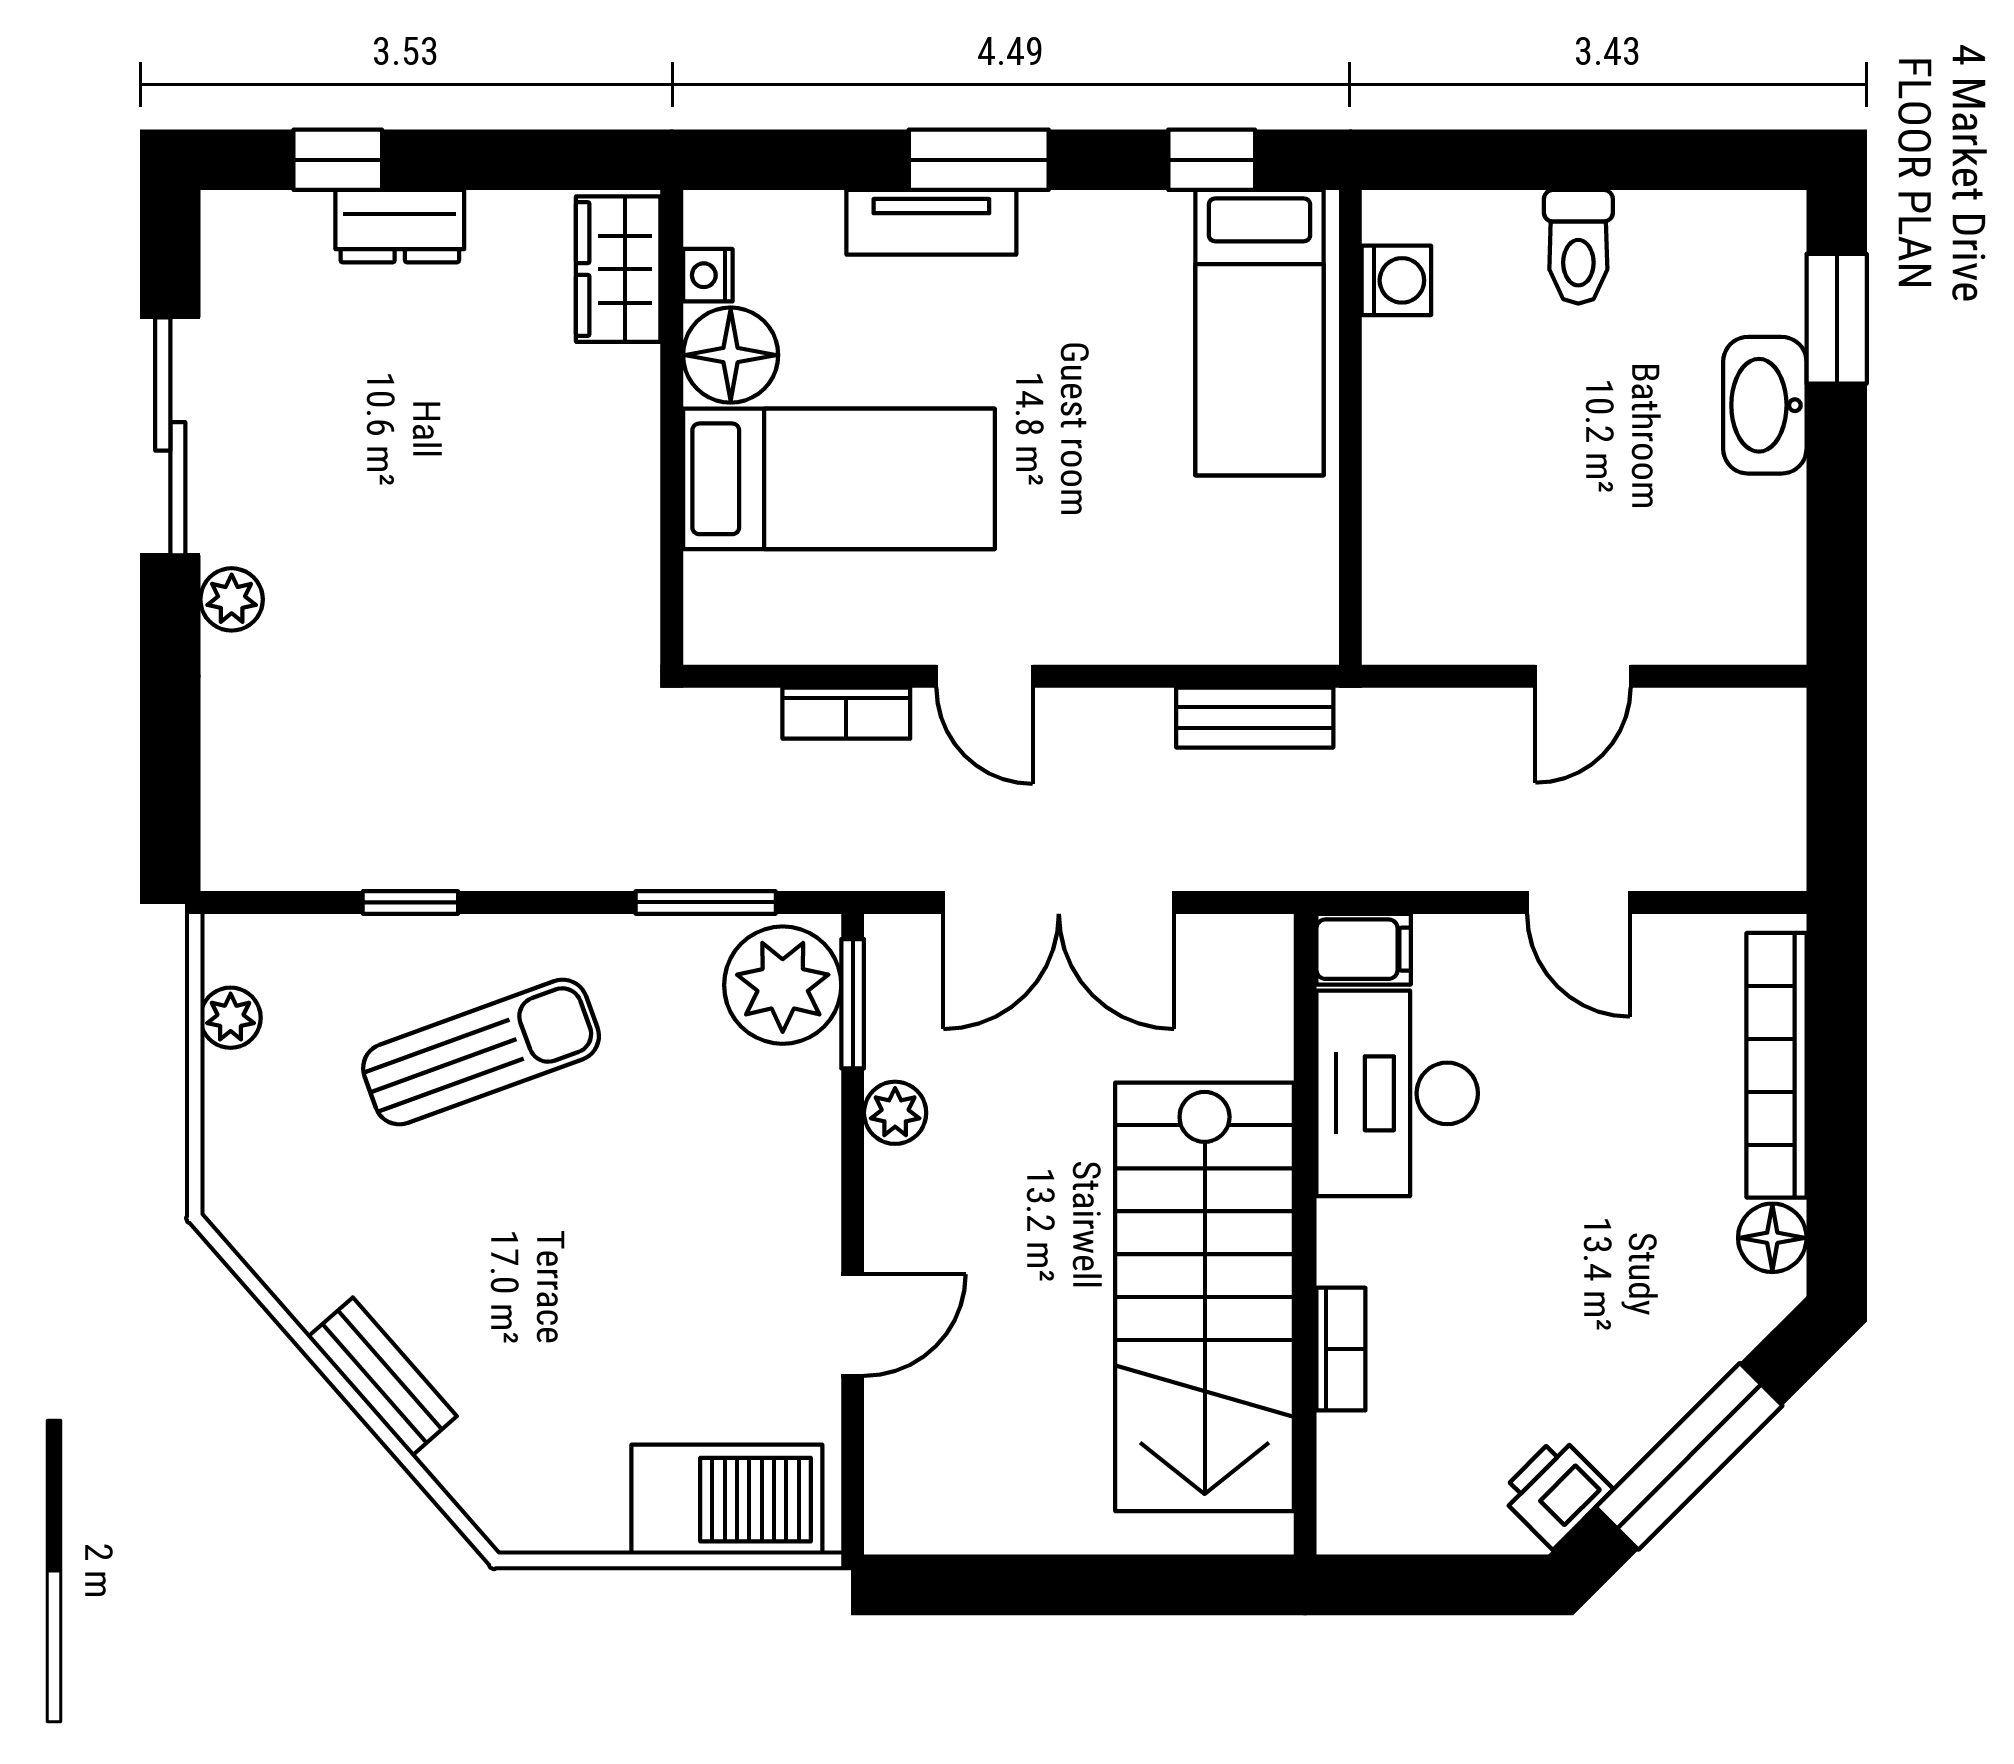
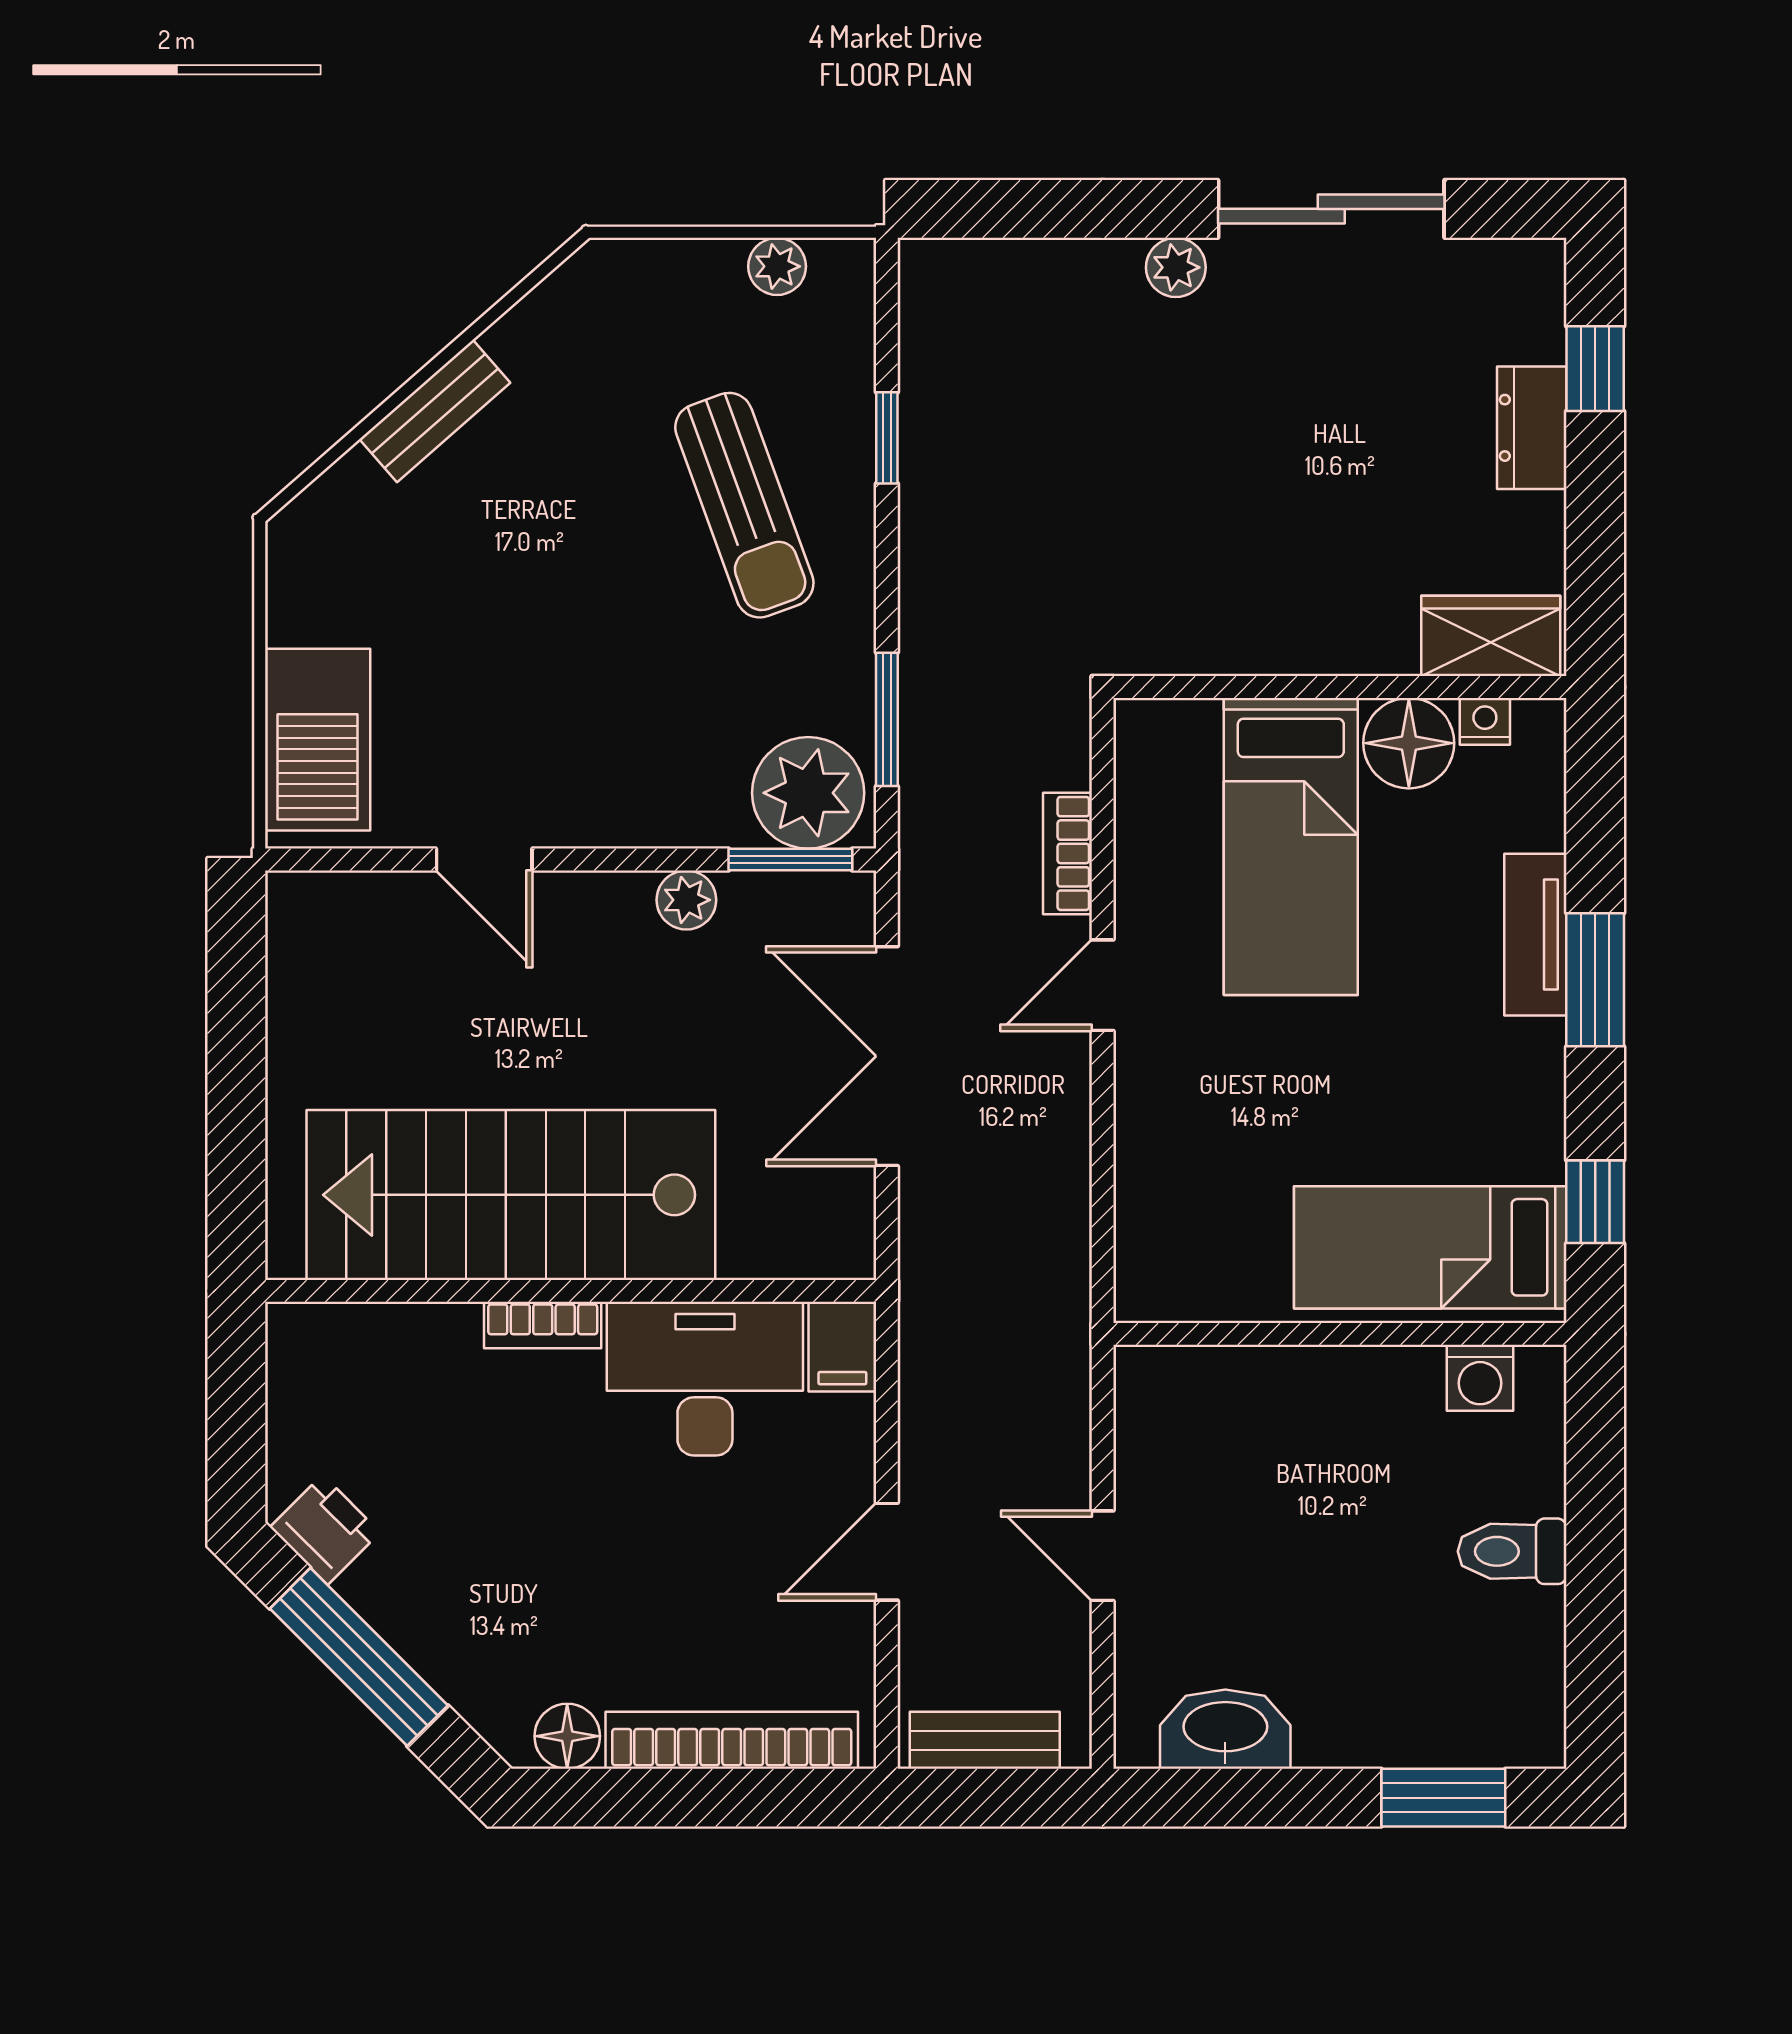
washbasin: (1765, 405) -> (1225, 1729), moved
bench: (1255, 718) -> (985, 1740), moved, turned 90
bookcase: (1341, 1349) -> (543, 1325), moved

